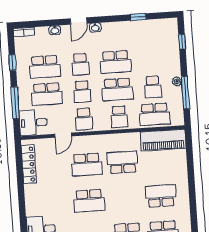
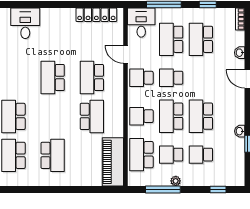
washbasin: (95, 28) -> (240, 131), moved
school desk: (80, 64) -> (201, 155), moved

